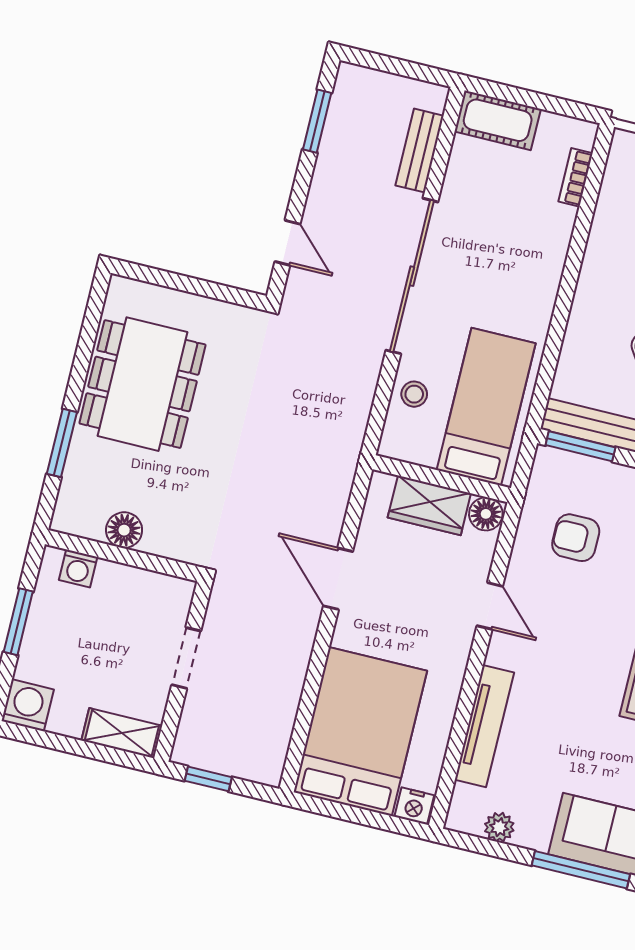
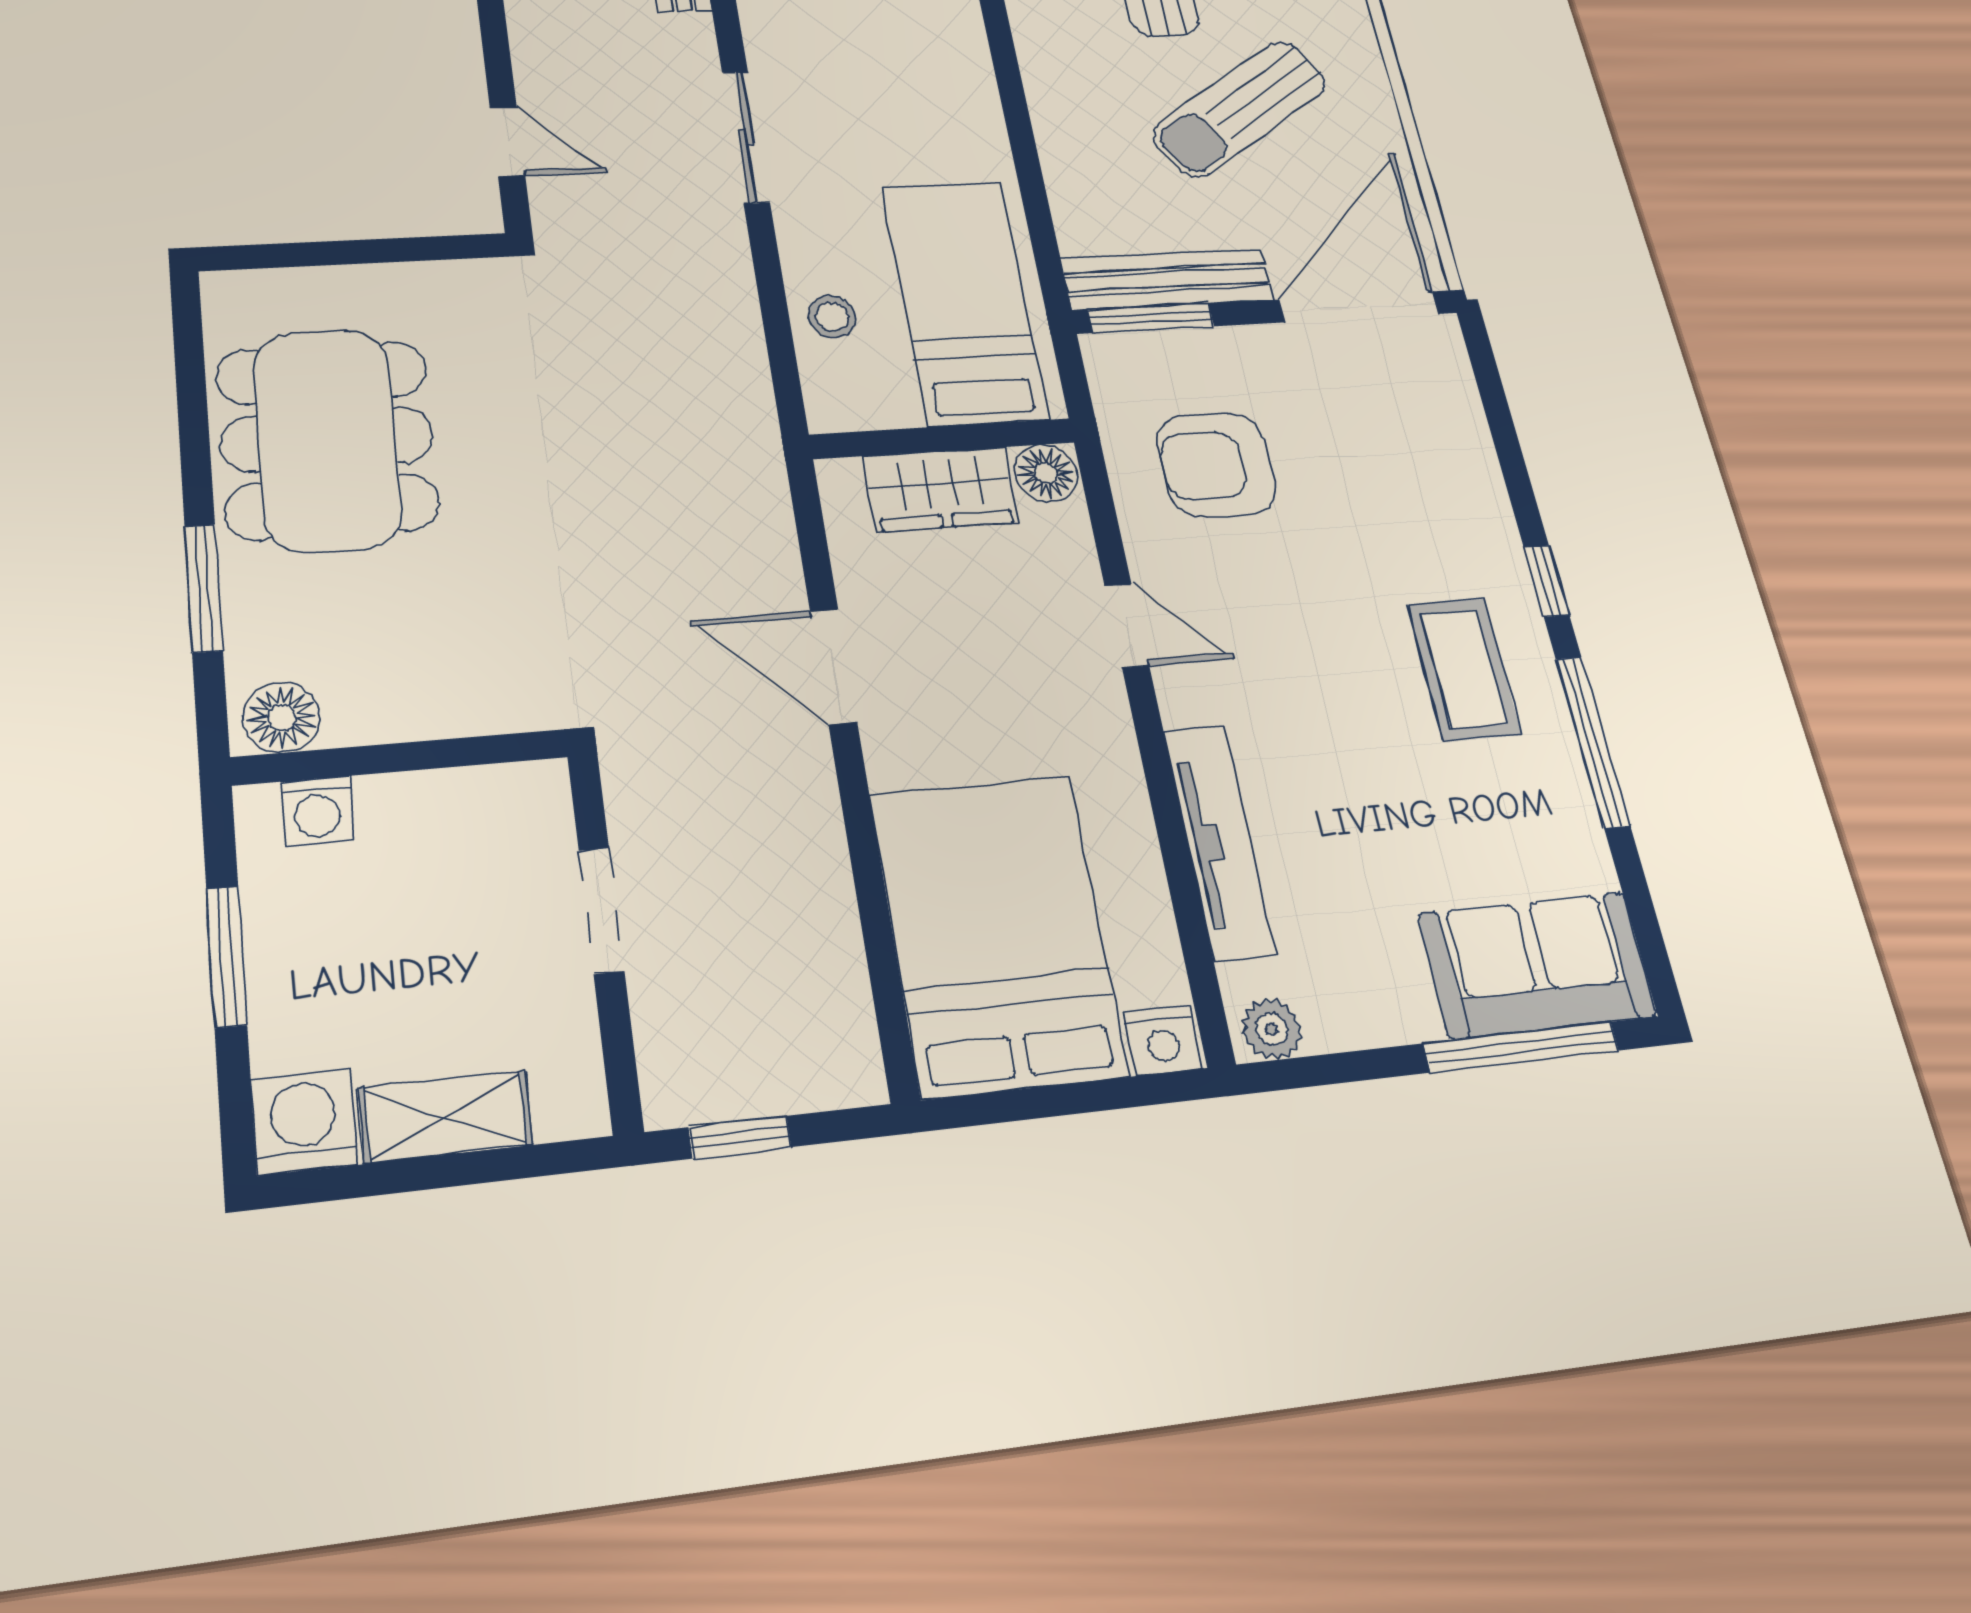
sliding door: (412, 276) -> (746, 137), width x0.54
floor lamp: (124, 530) -> (282, 717), moved
armchair: (576, 538) -> (1216, 465), width x1.38, depth x1.38
shelving: (122, 733) -> (445, 1117), moved
plant: (499, 827) -> (1272, 1029), moved

